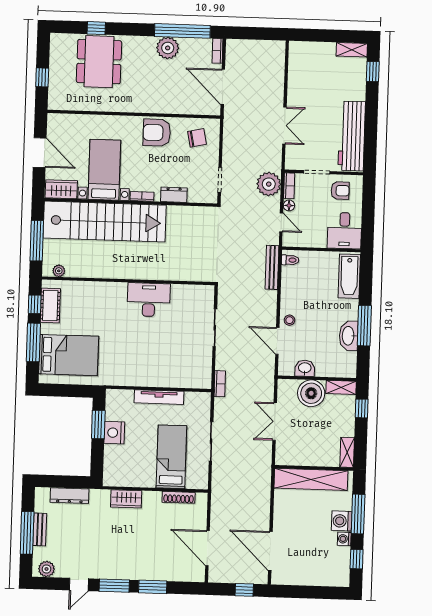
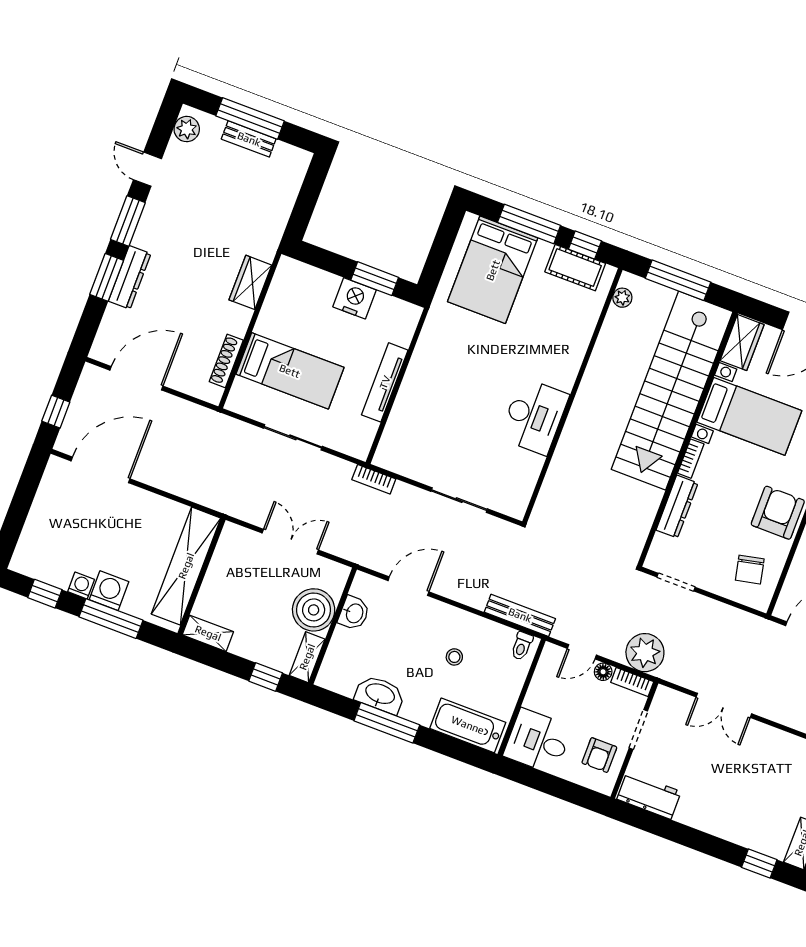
workbench: (352, 136) -> (649, 795), width x0.53, depth x0.76
dresser: (174, 195) -> (677, 507), width x1.44
stool: (290, 320) -> (454, 657), moved
dresser: (70, 496) -> (130, 277), moved, turned 180

